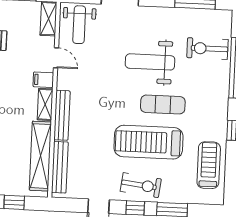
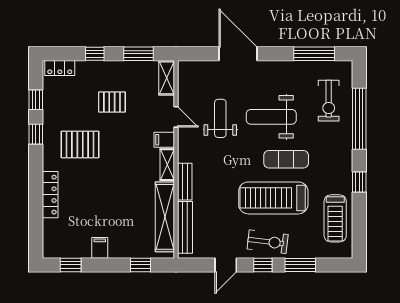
weight bench: (79, 25) -> (220, 118), moved, turned 180
exercise bike: (207, 49) -> (329, 101), turned -90
bench: (62, 115) -> (185, 182), width x0.73
treadmill: (209, 165) -> (335, 218), turned 180

